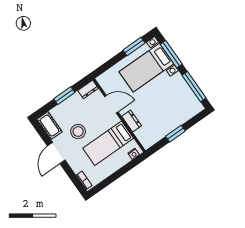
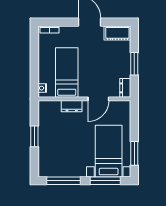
stool: (78, 132) -> (95, 54), removed

